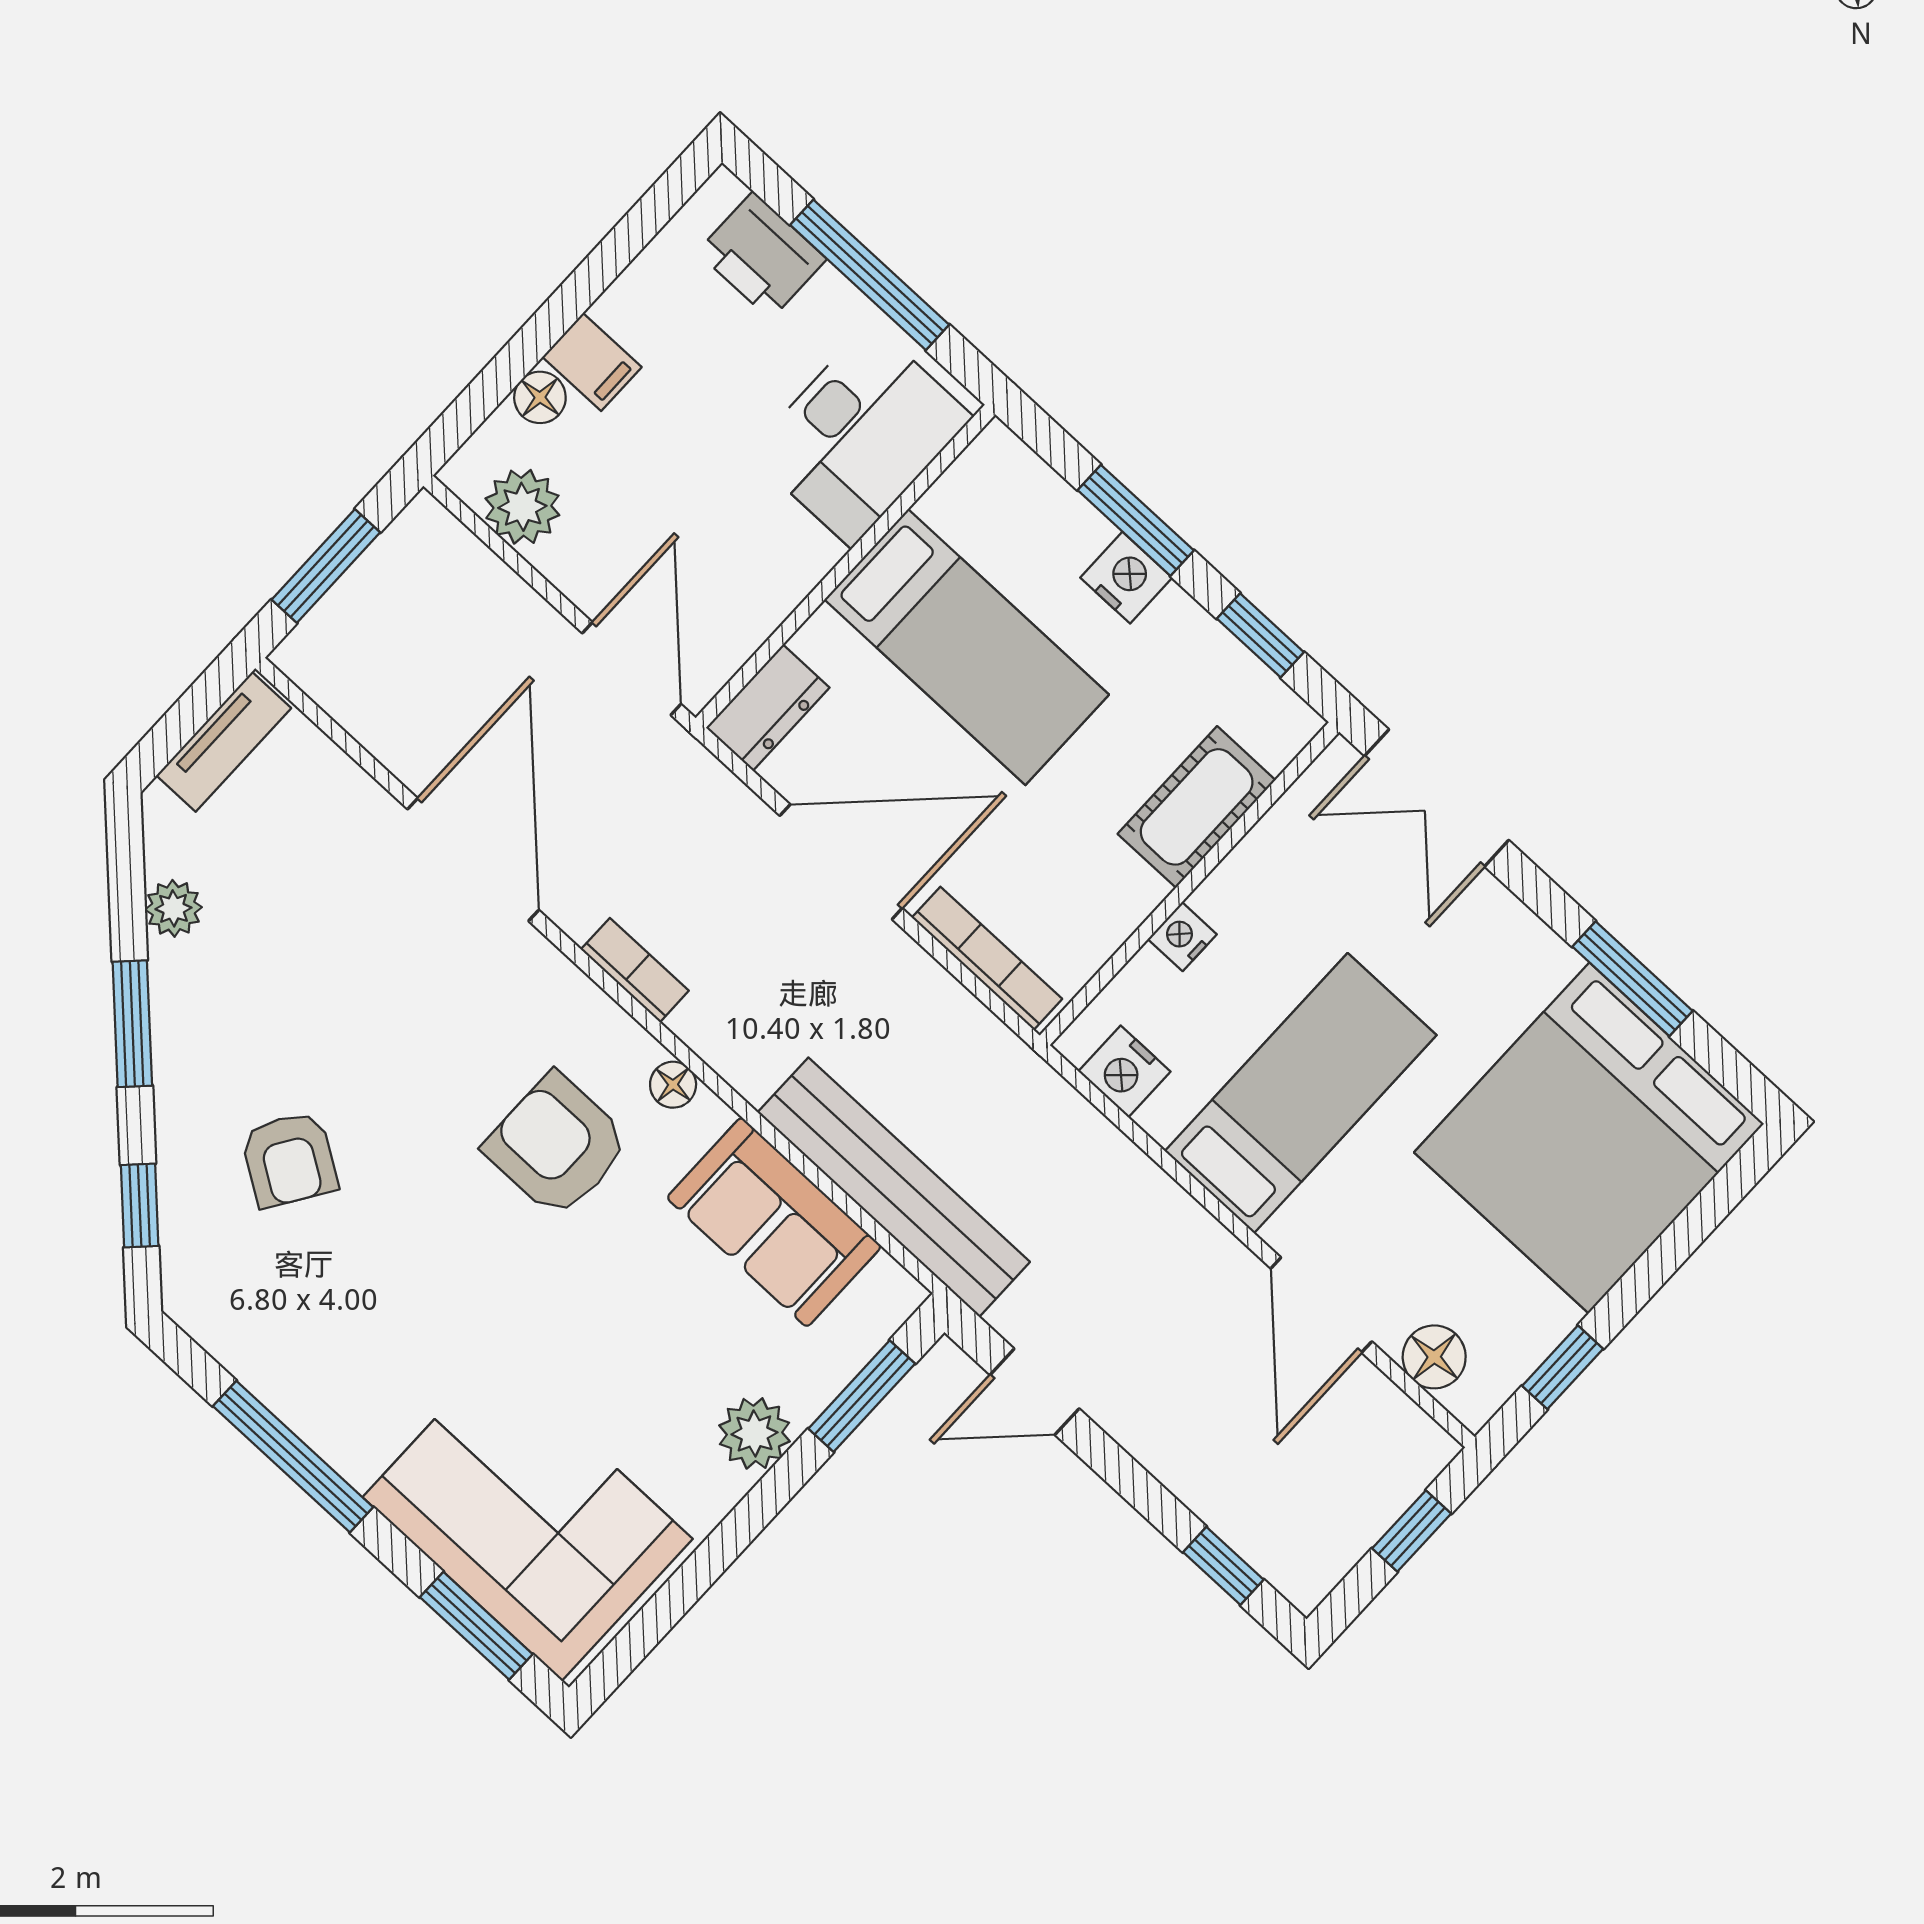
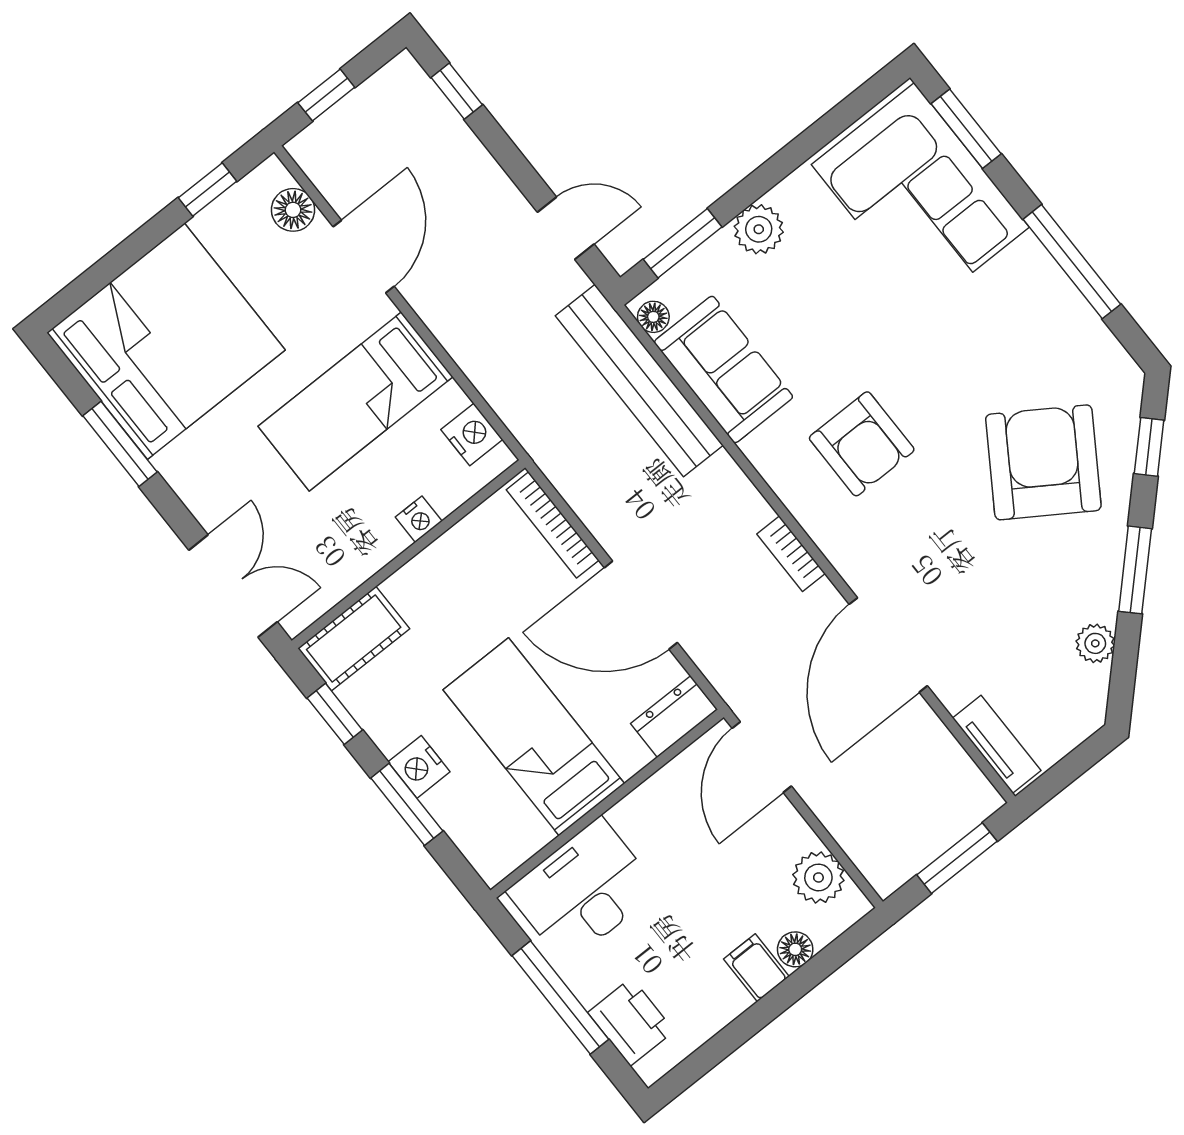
tv unit: (224, 742) -> (997, 744), moved, turned 90
cot: (1197, 807) -> (354, 638), moved
floor lamp: (673, 1085) -> (653, 317), moved
armchair: (289, 1159) -> (1043, 462), width x1.88, depth x1.88

